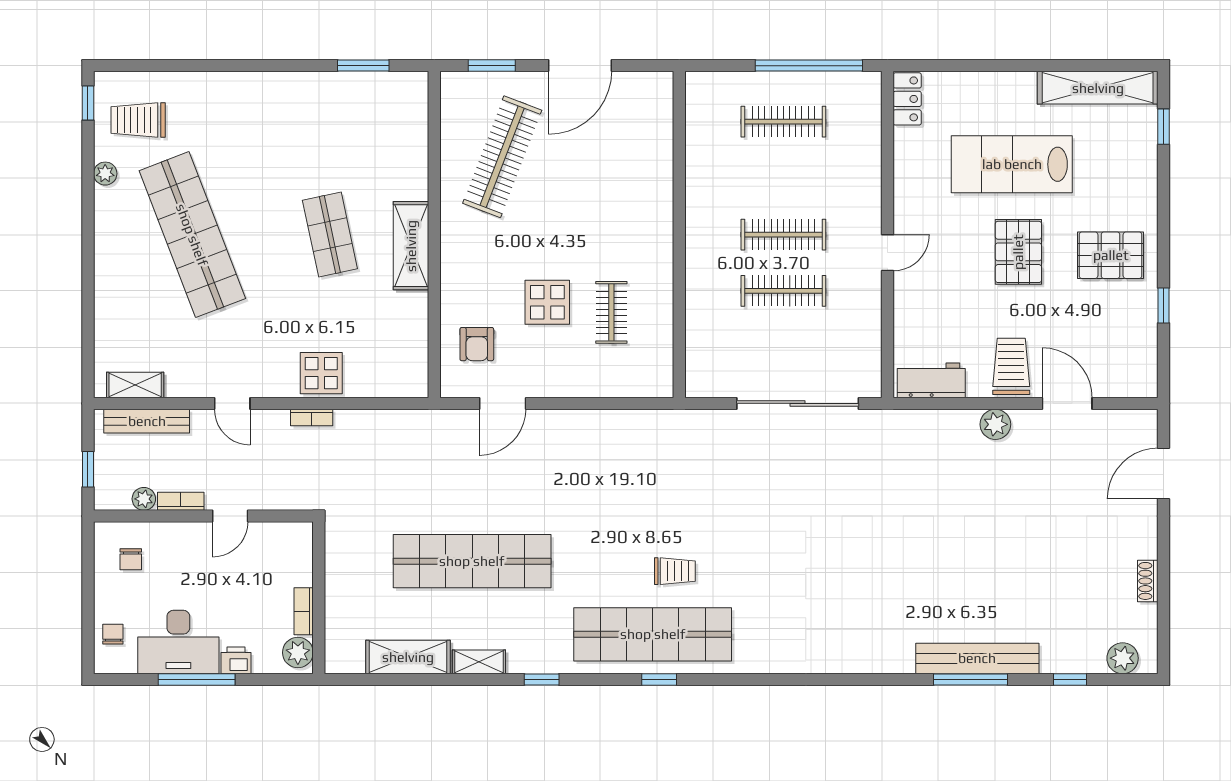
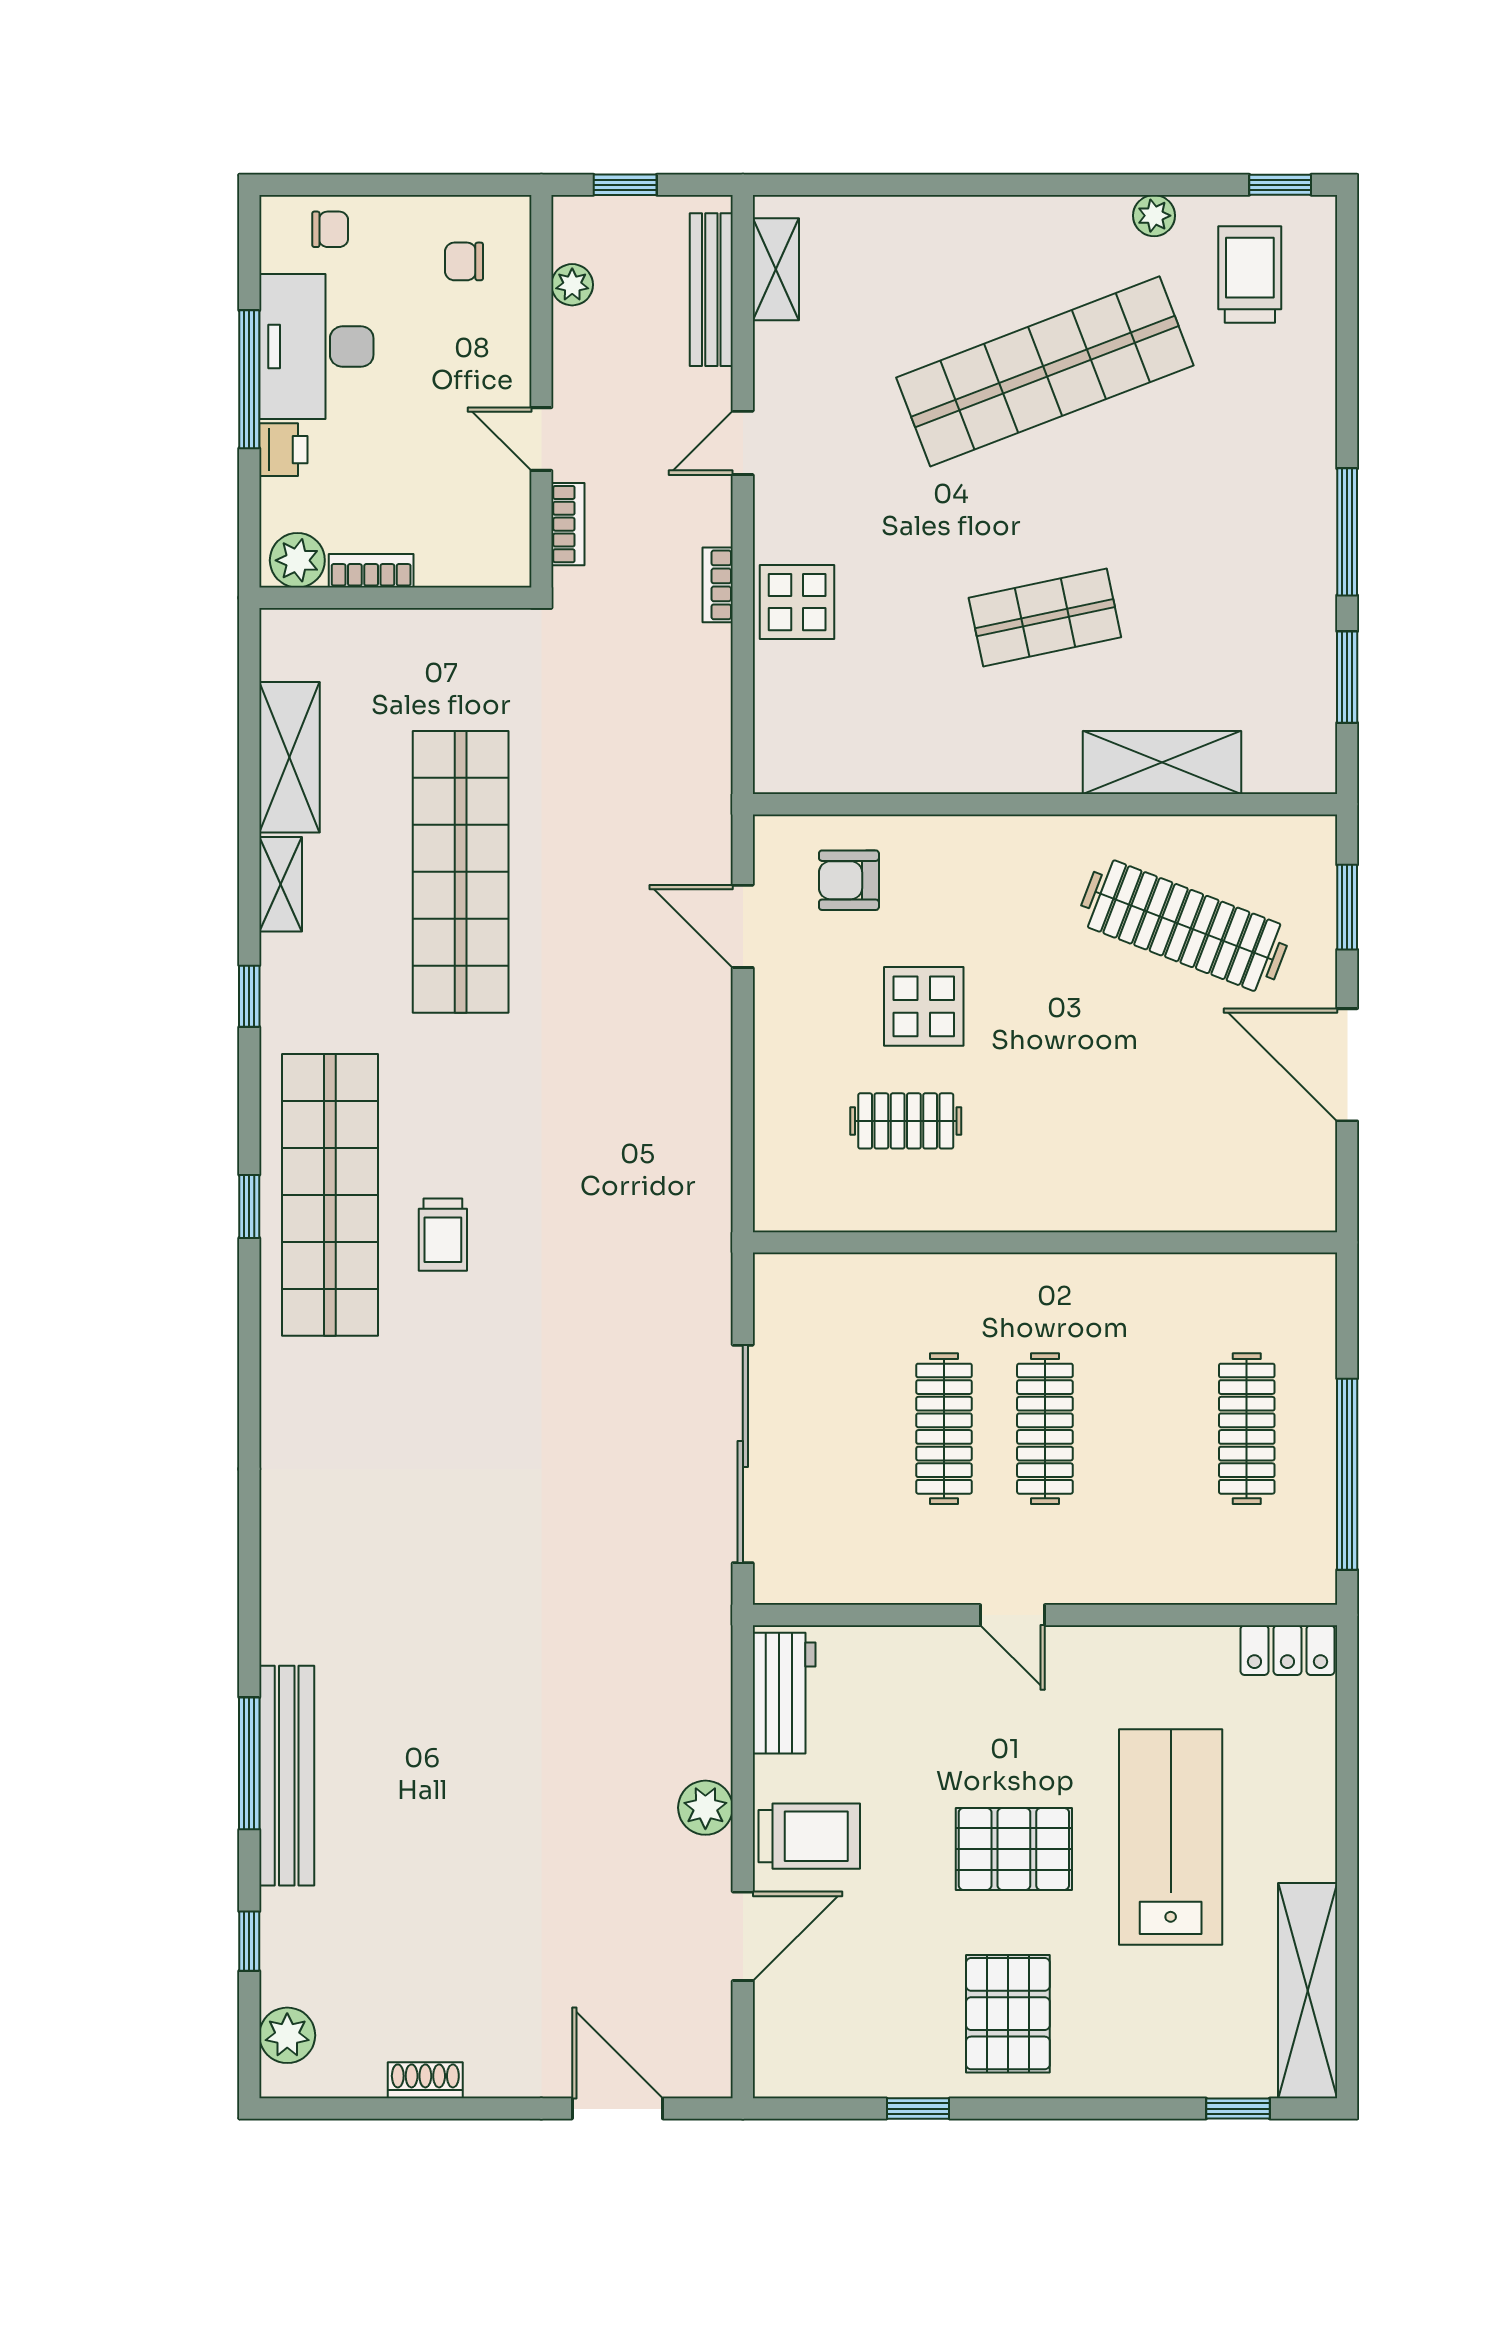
window: (282, 66) -> (1347, 532), added
shelving: (411, 246) -> (1162, 762), moved
bookcase: (181, 501) -> (568, 524), moved

